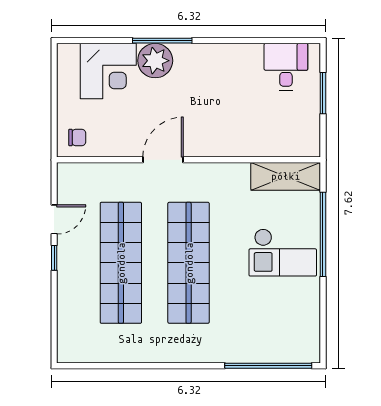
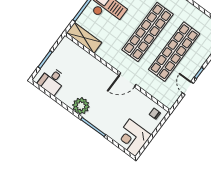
plant: (155, 61) -> (81, 106), moved
corner desk: (108, 71) -> (133, 138), moved, turned -90
door: (54, 219) -> (188, 88), hinge flipped

